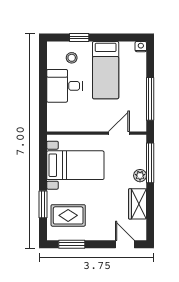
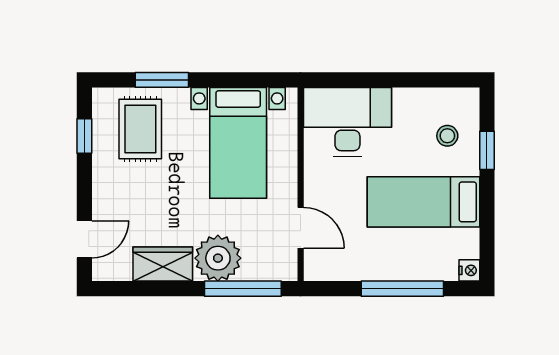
desk: (65, 86) -> (347, 122), moved, width x1.37
window: (150, 99) -> (402, 289), moved
plant: (140, 176) -> (218, 258), width x1.87, depth x1.87
window: (72, 244) -> (84, 136), width x0.67

